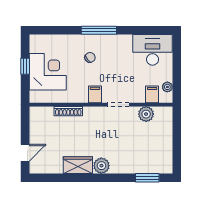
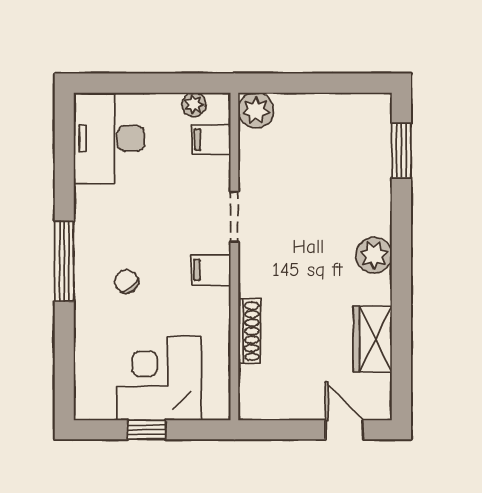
plant: (146, 114) -> (256, 110), moved
wardrobe: (78, 165) -> (373, 339), moved

